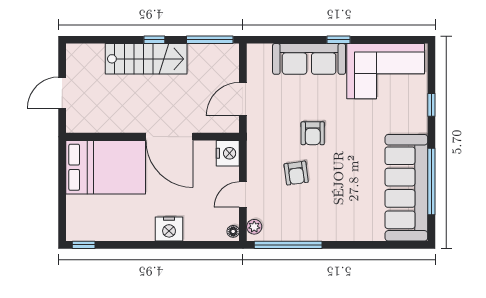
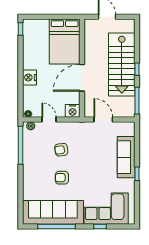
stairs: (146, 59) -> (122, 64), width x1.36, depth x1.51
corner sofa: (386, 71) -> (106, 209), moved, turned 90
armchair: (313, 133) -> (62, 178), moved

